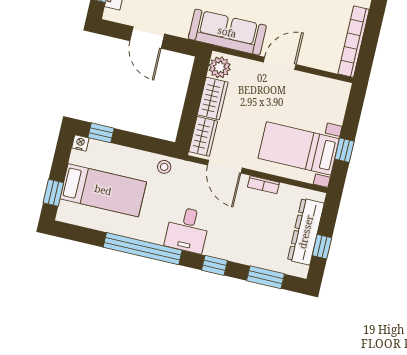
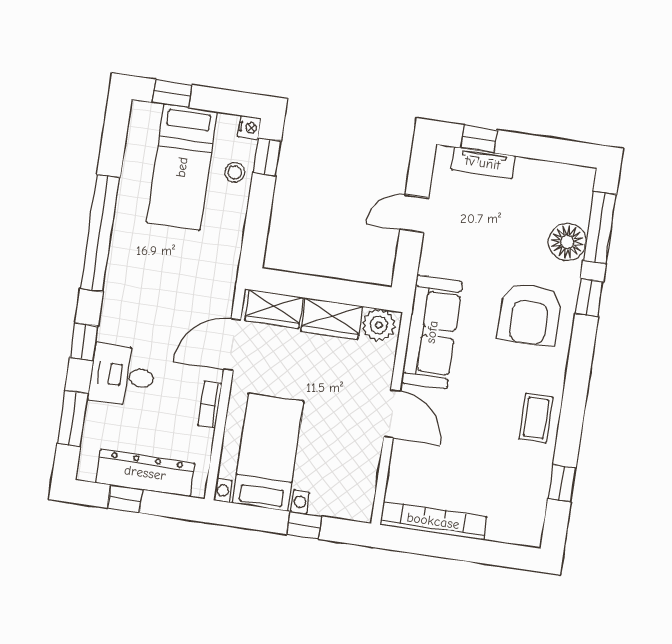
door: (147, 37) -> (414, 214), width x0.73
window: (344, 150) -> (304, 525), moved
stool: (164, 167) -> (235, 172), moved
desk: (187, 230) -> (122, 375), moved

